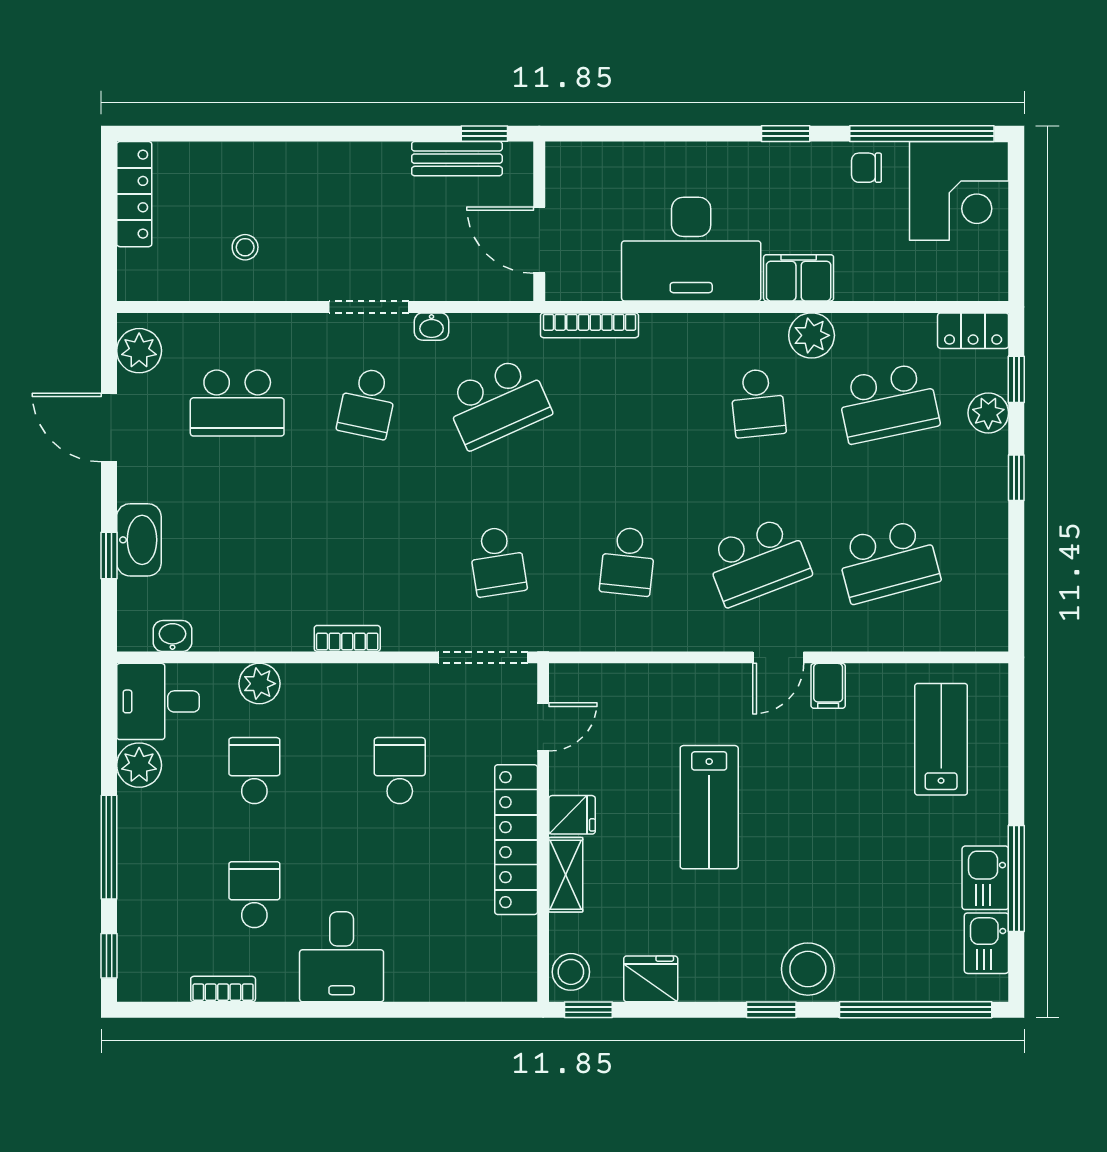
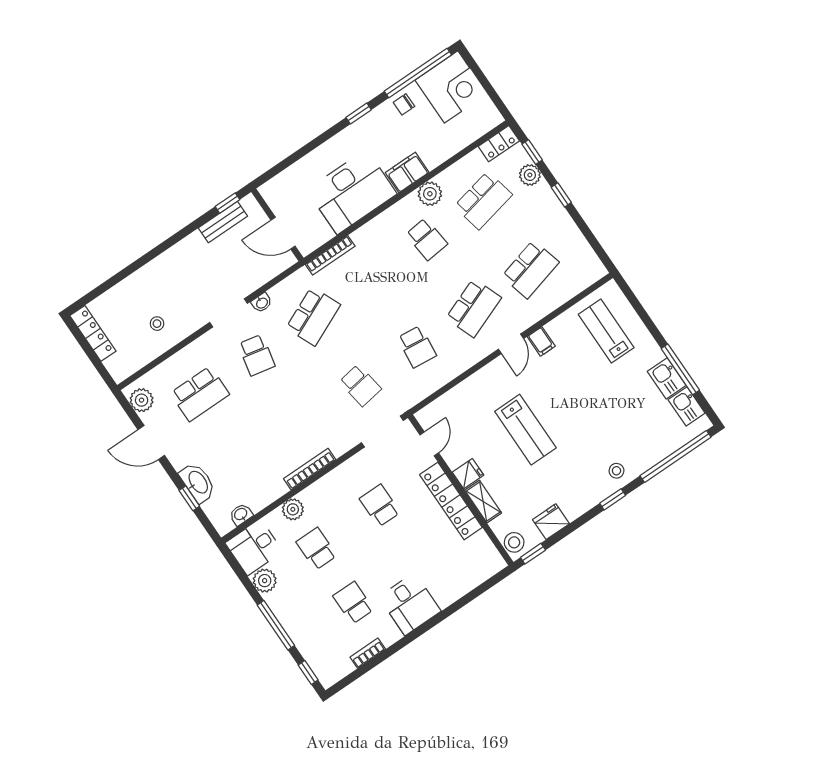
bookcase: (347, 638) -> (310, 469), width x1.56
stool: (808, 969) -> (616, 471), width x0.53, depth x0.53

